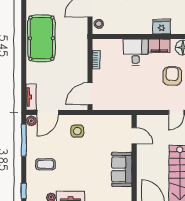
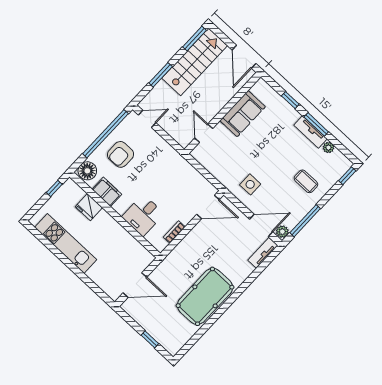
stool: (99, 24) -> (142, 262), removed
desk: (136, 52) -> (143, 215), moved

